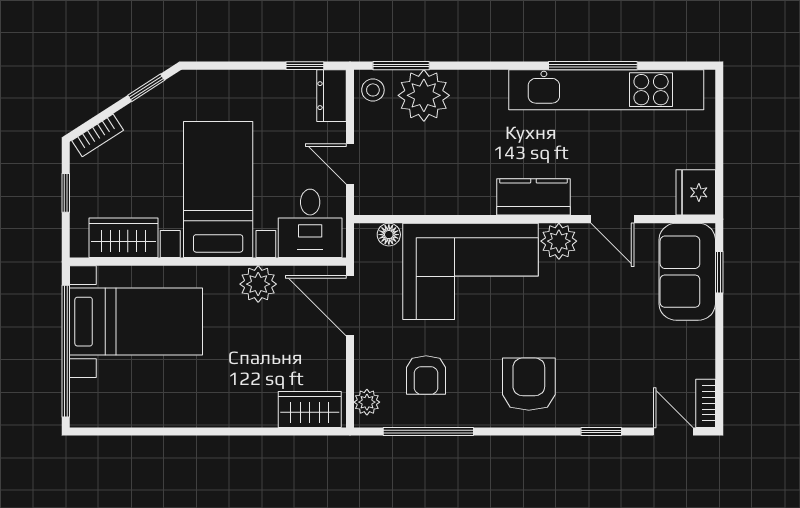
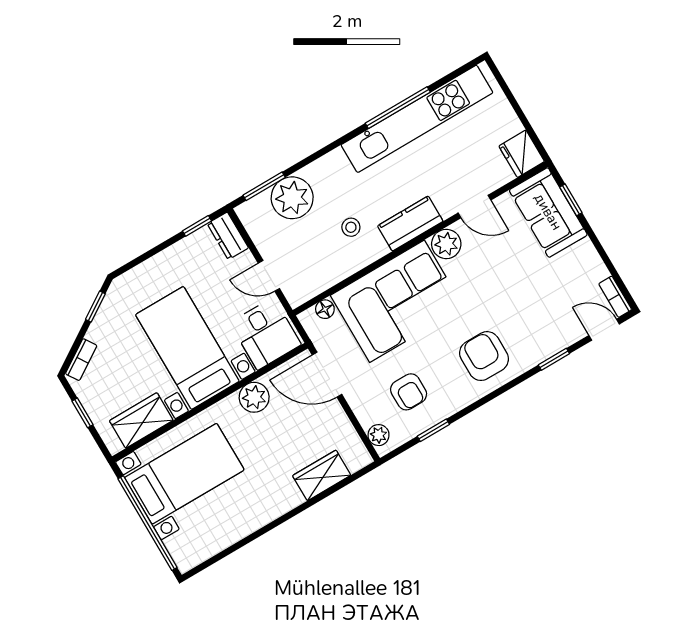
stool: (373, 90) -> (351, 227), moved
wardrobe: (310, 409) -> (322, 475), moved
window: (428, 432) -> (433, 430), width x0.46

